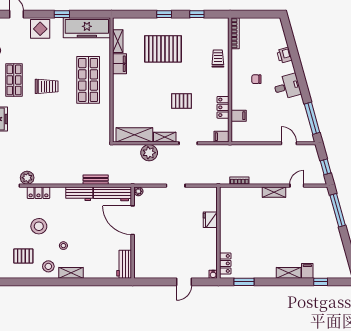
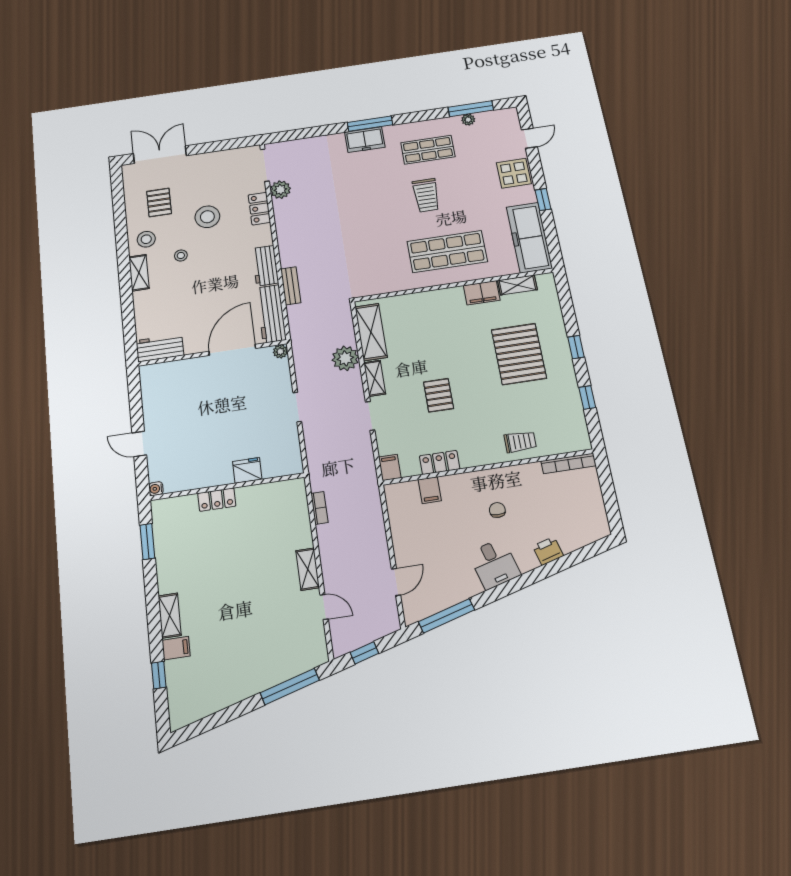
locker: (225, 263) -> (217, 500), moved

